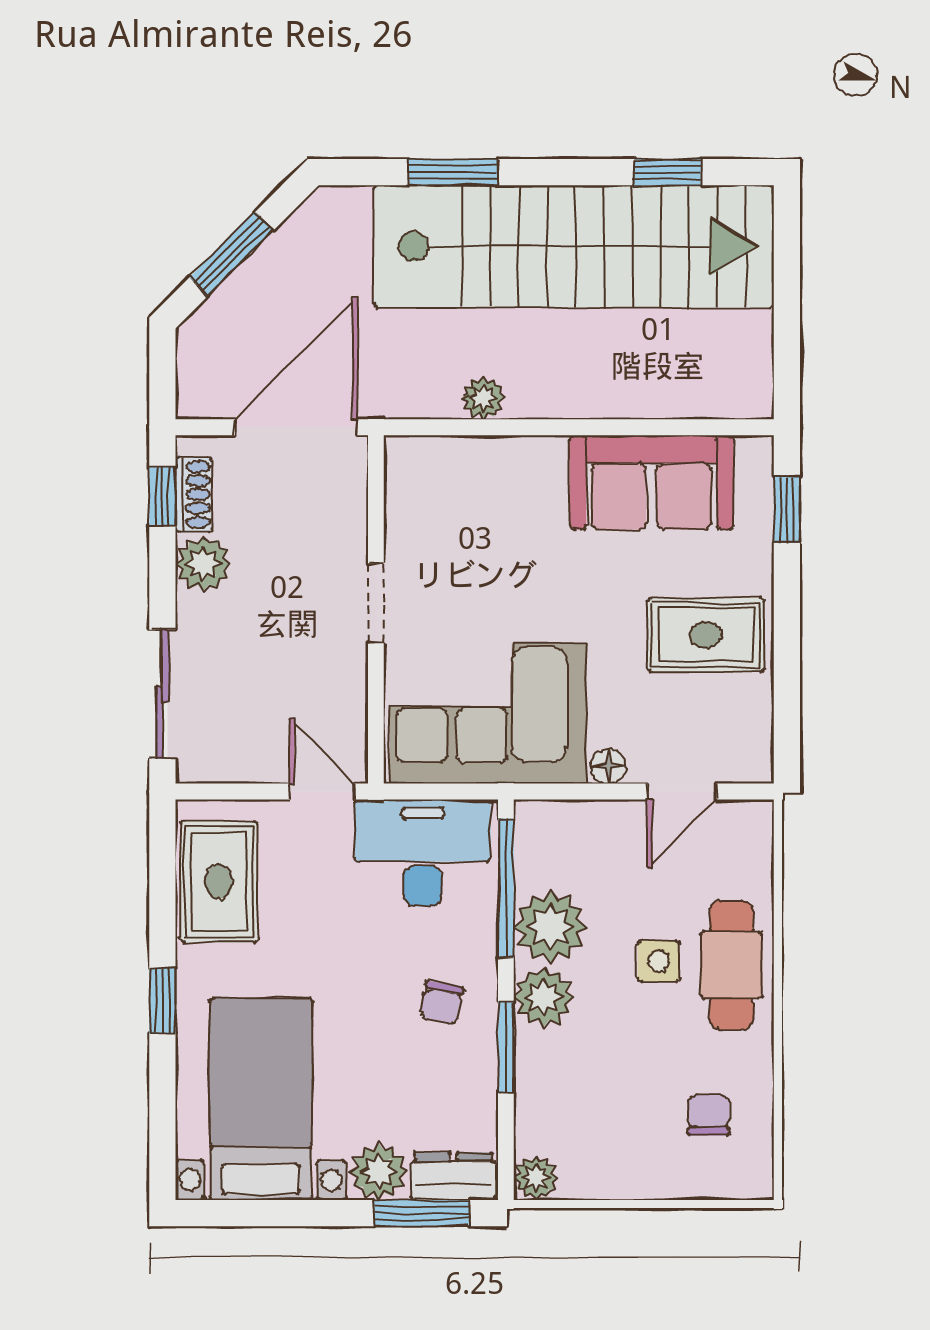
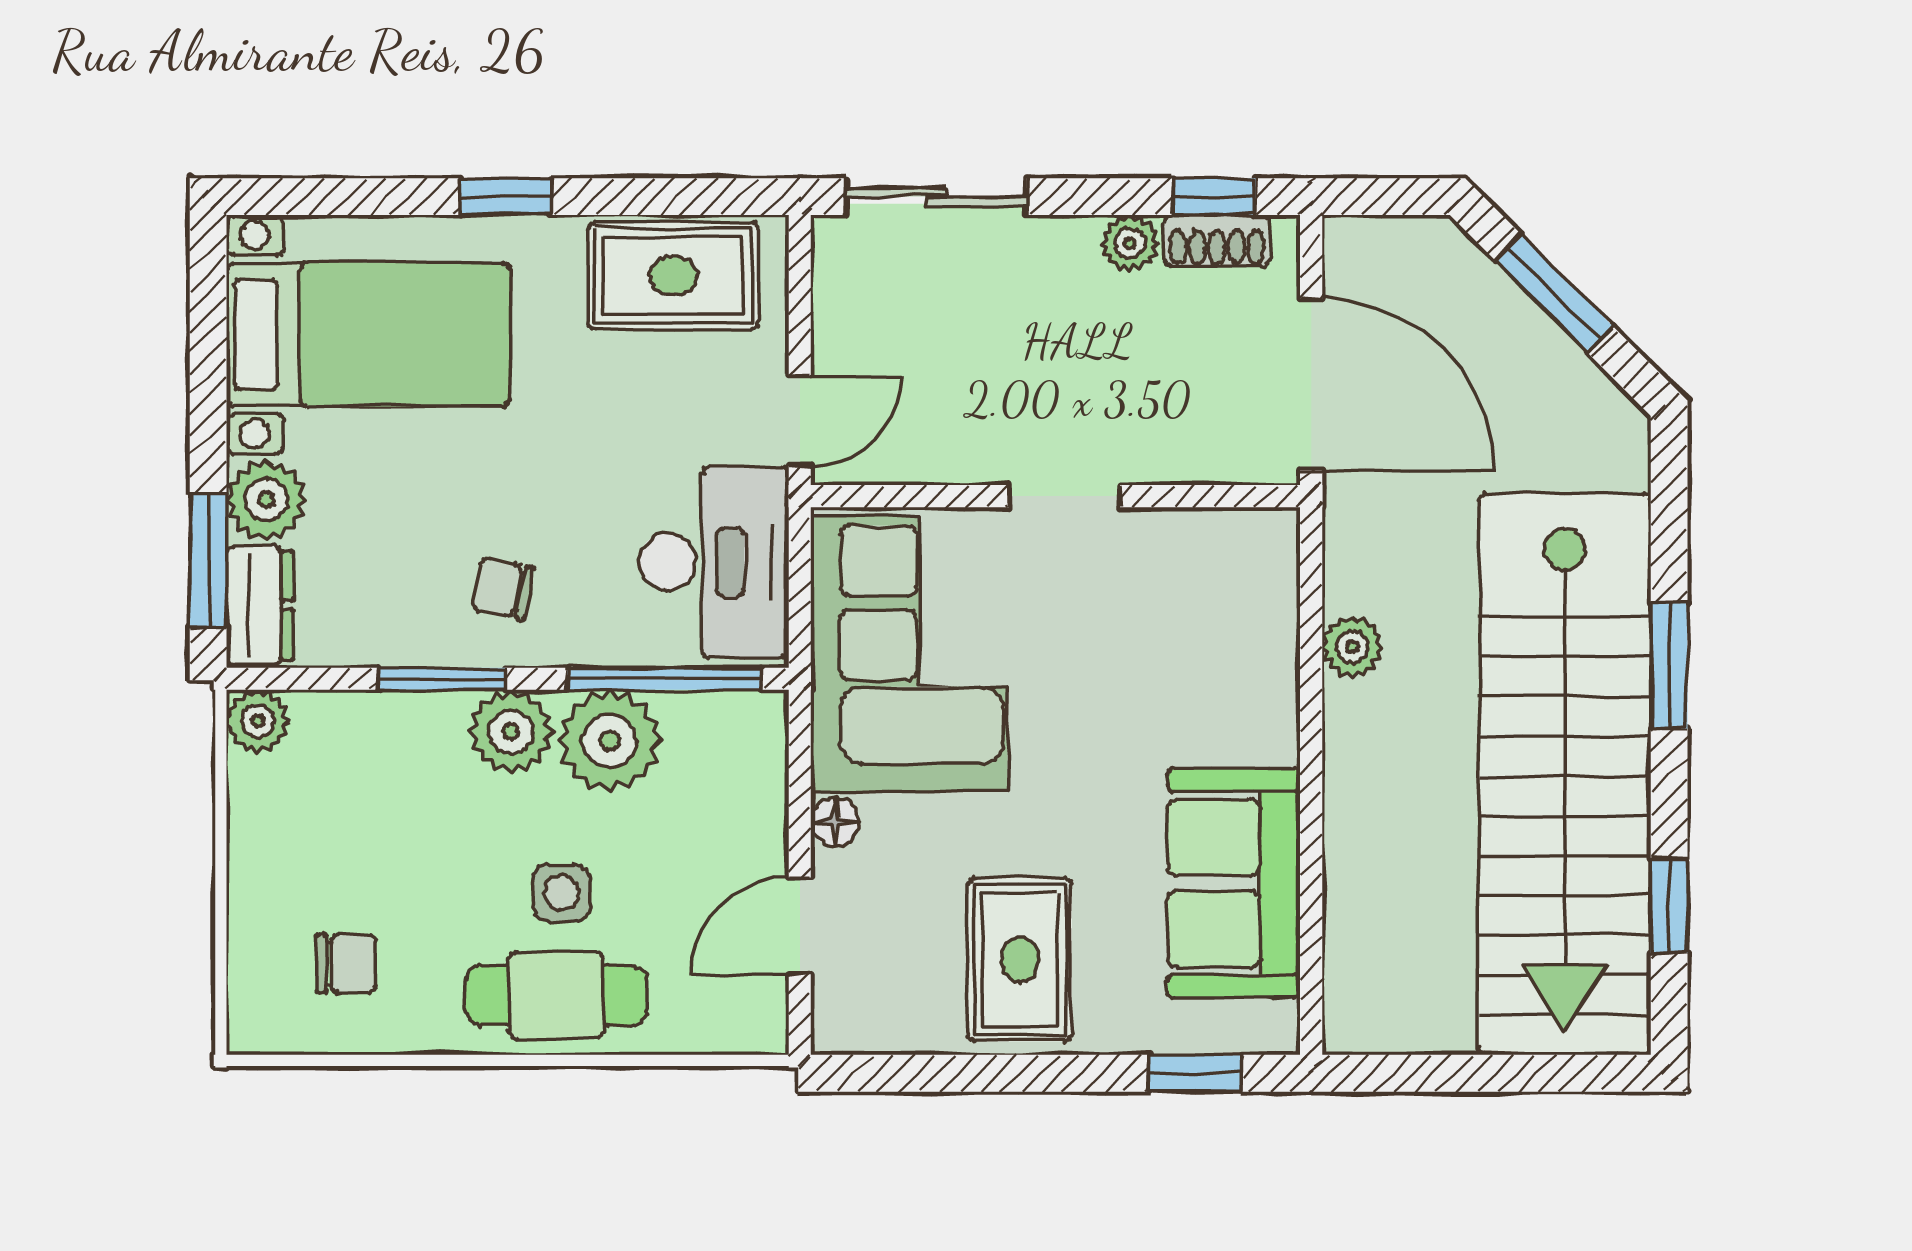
window: (453, 172) -> (1669, 666), moved
plant: (203, 564) -> (1130, 243), width x0.73, depth x0.73
door: (682, 792) -> (800, 926), hinge flipped

